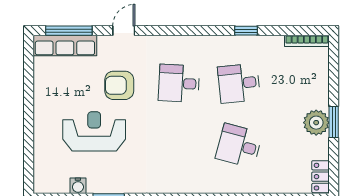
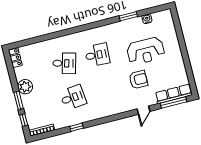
window: (334, 66) -> (24, 120), added
desk: (179, 83) -> (97, 55), moved
window: (334, 122) -> (19, 100), moved

